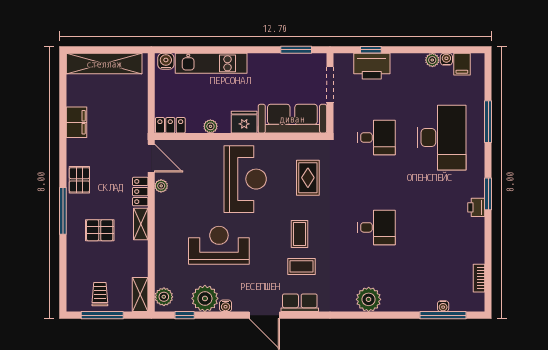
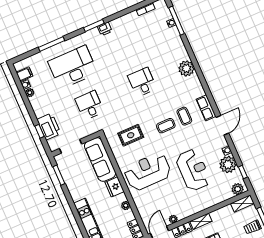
reception desk: (219, 245) -> (193, 170), turned 180

